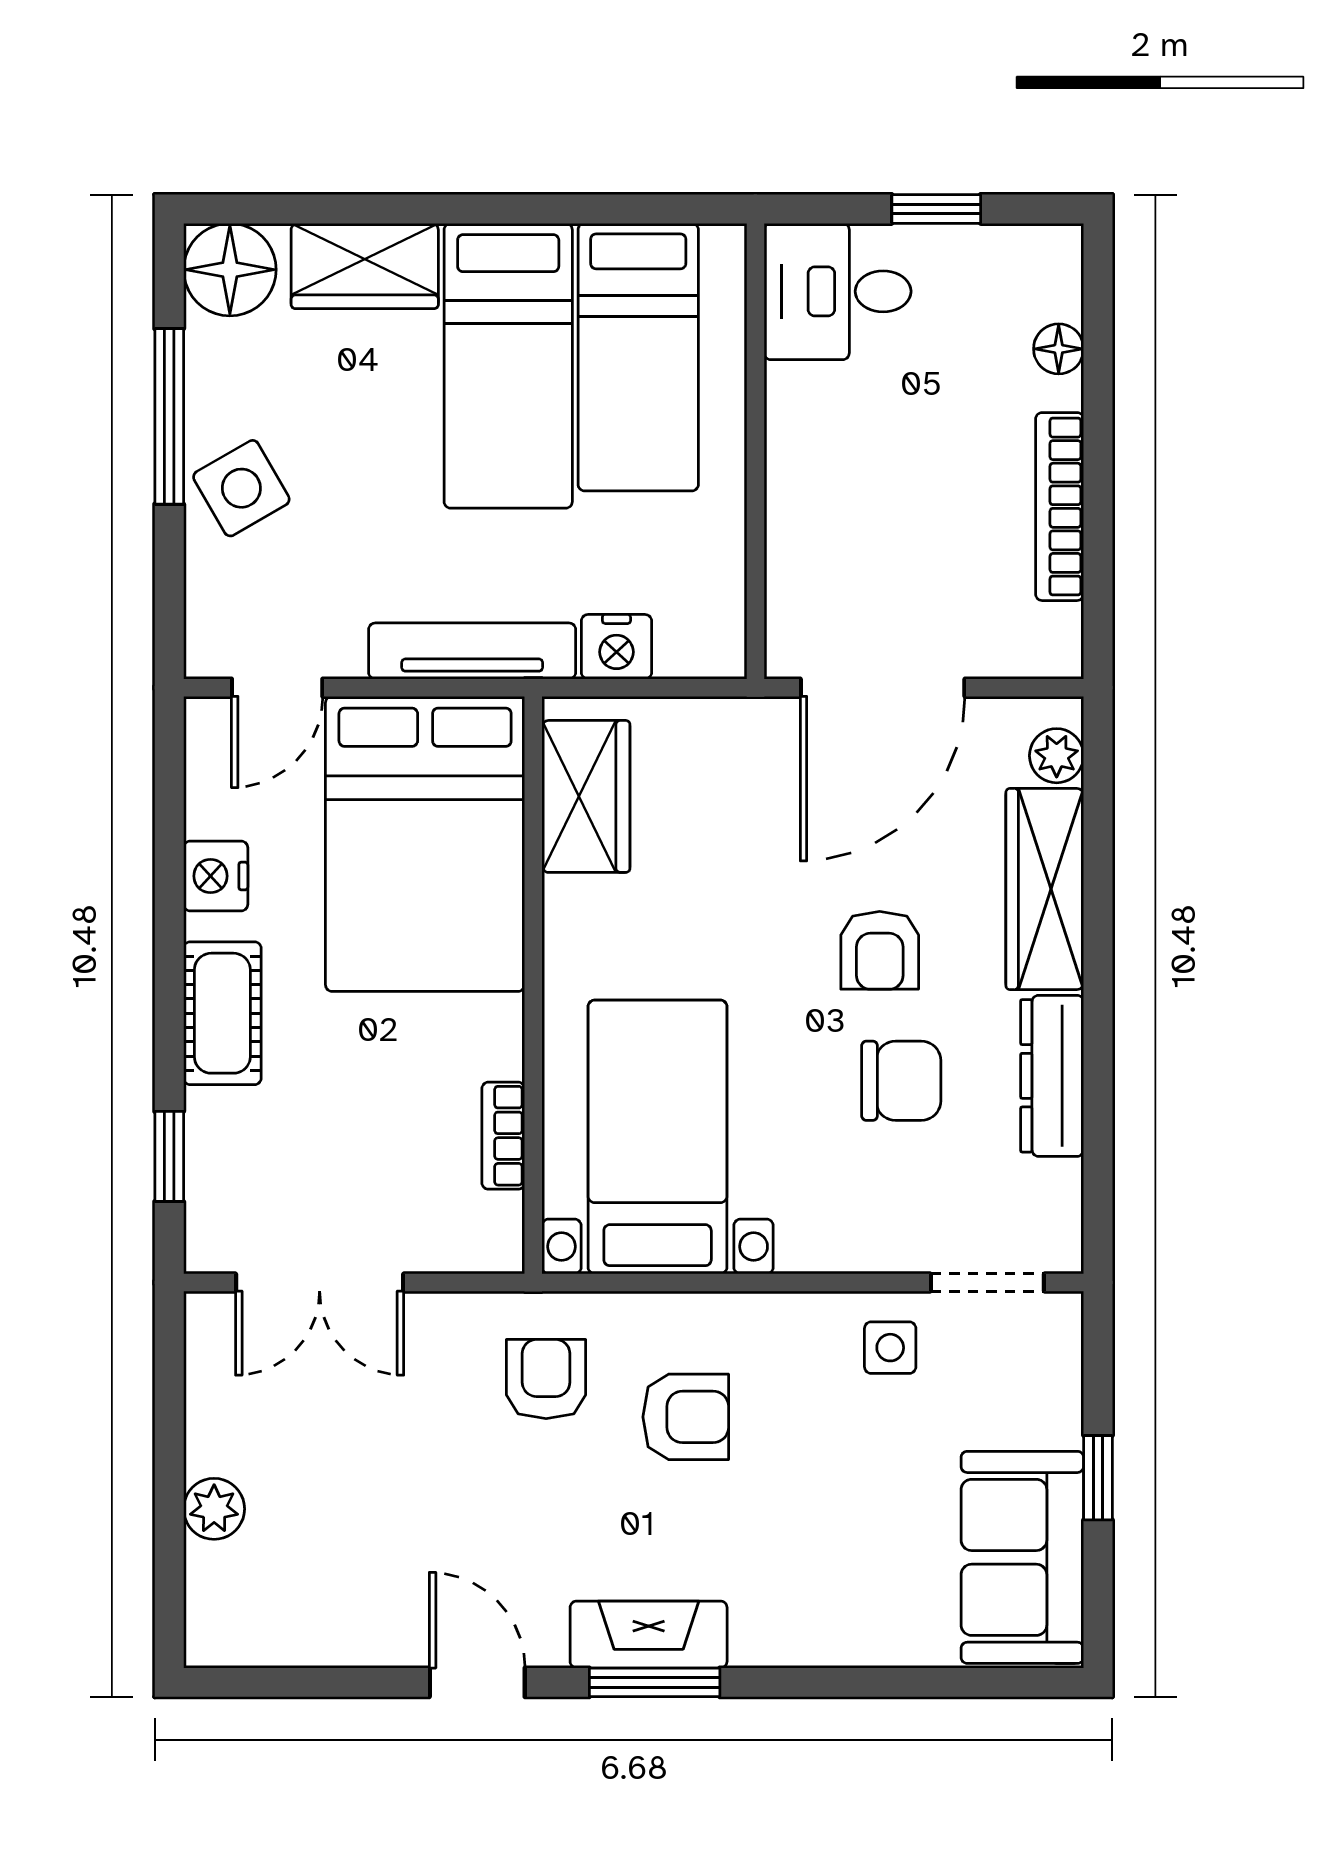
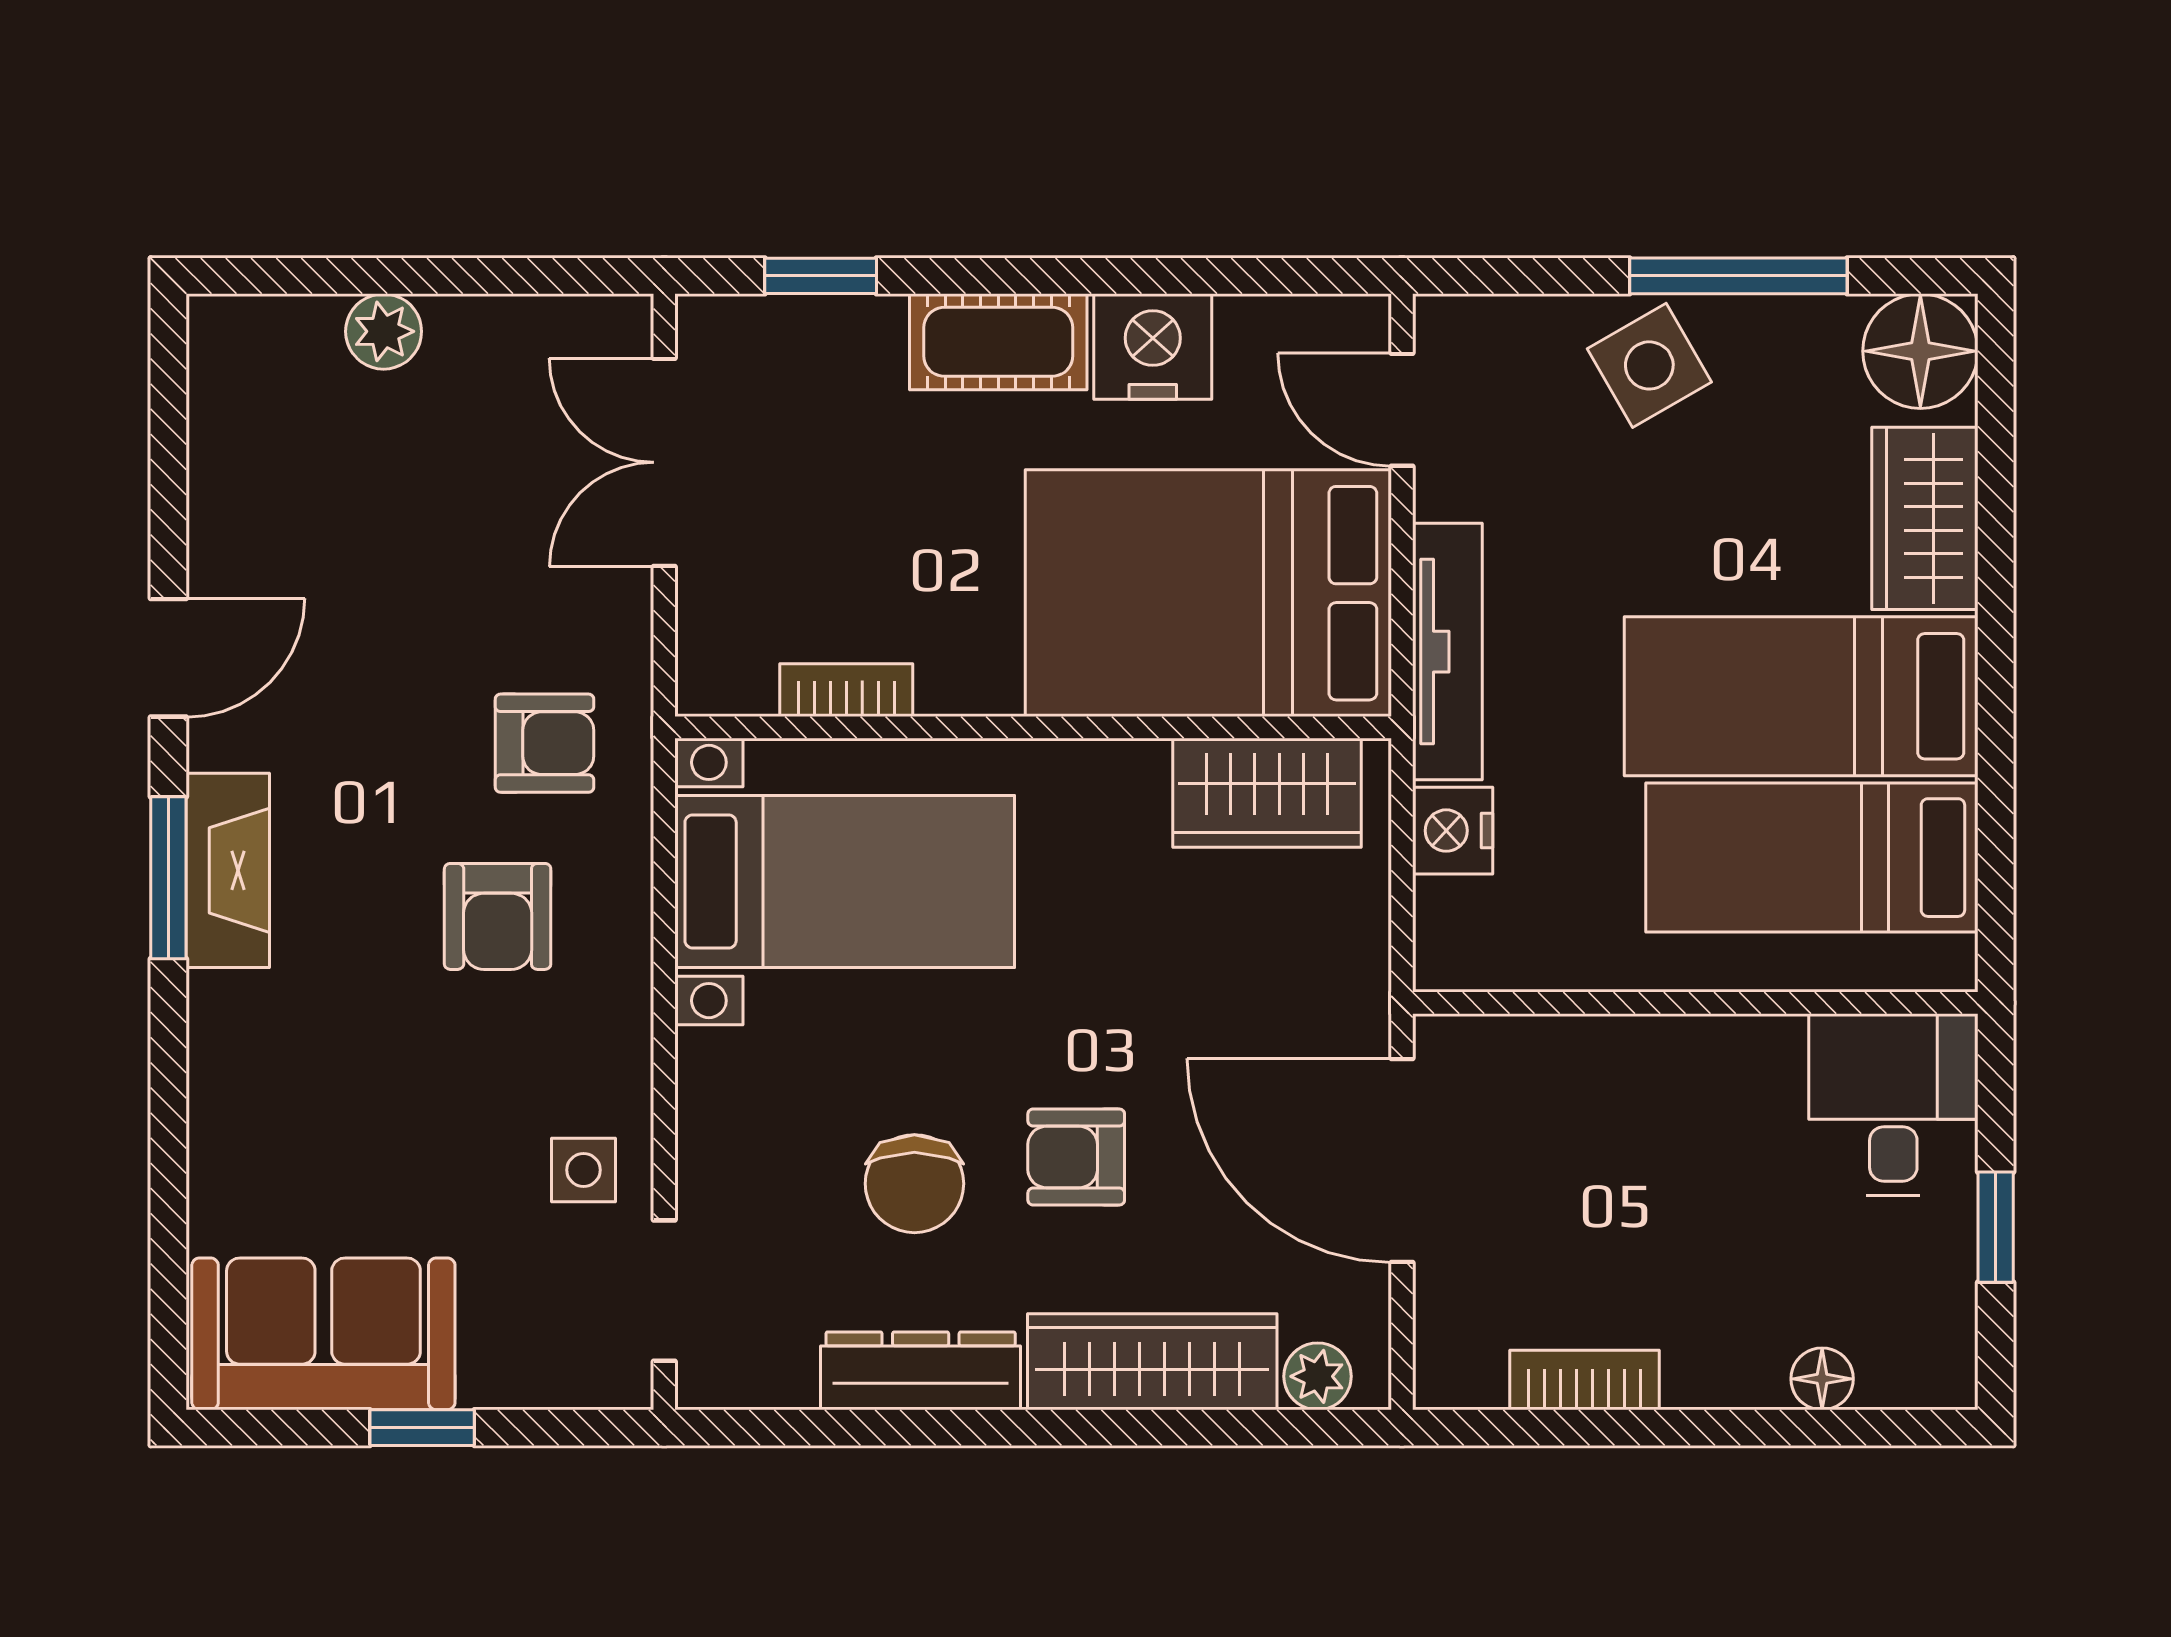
bookcase: (1060, 507) -> (1585, 1380), width x0.64
nightstand: (216, 876) -> (1153, 346), width x1.36, depth x1.33

